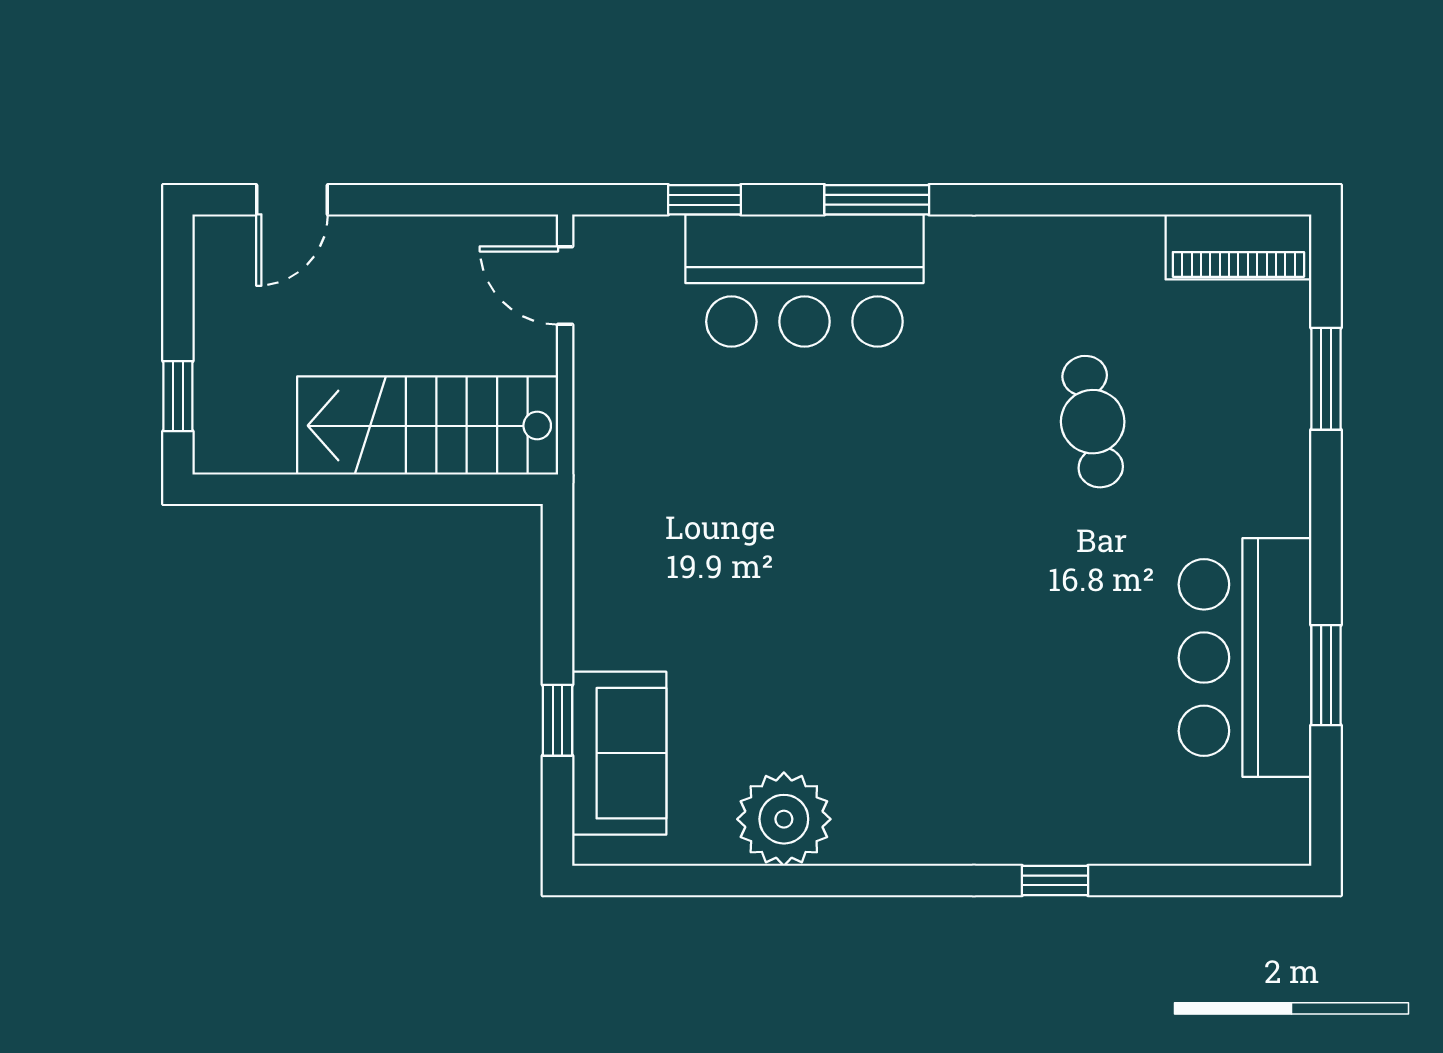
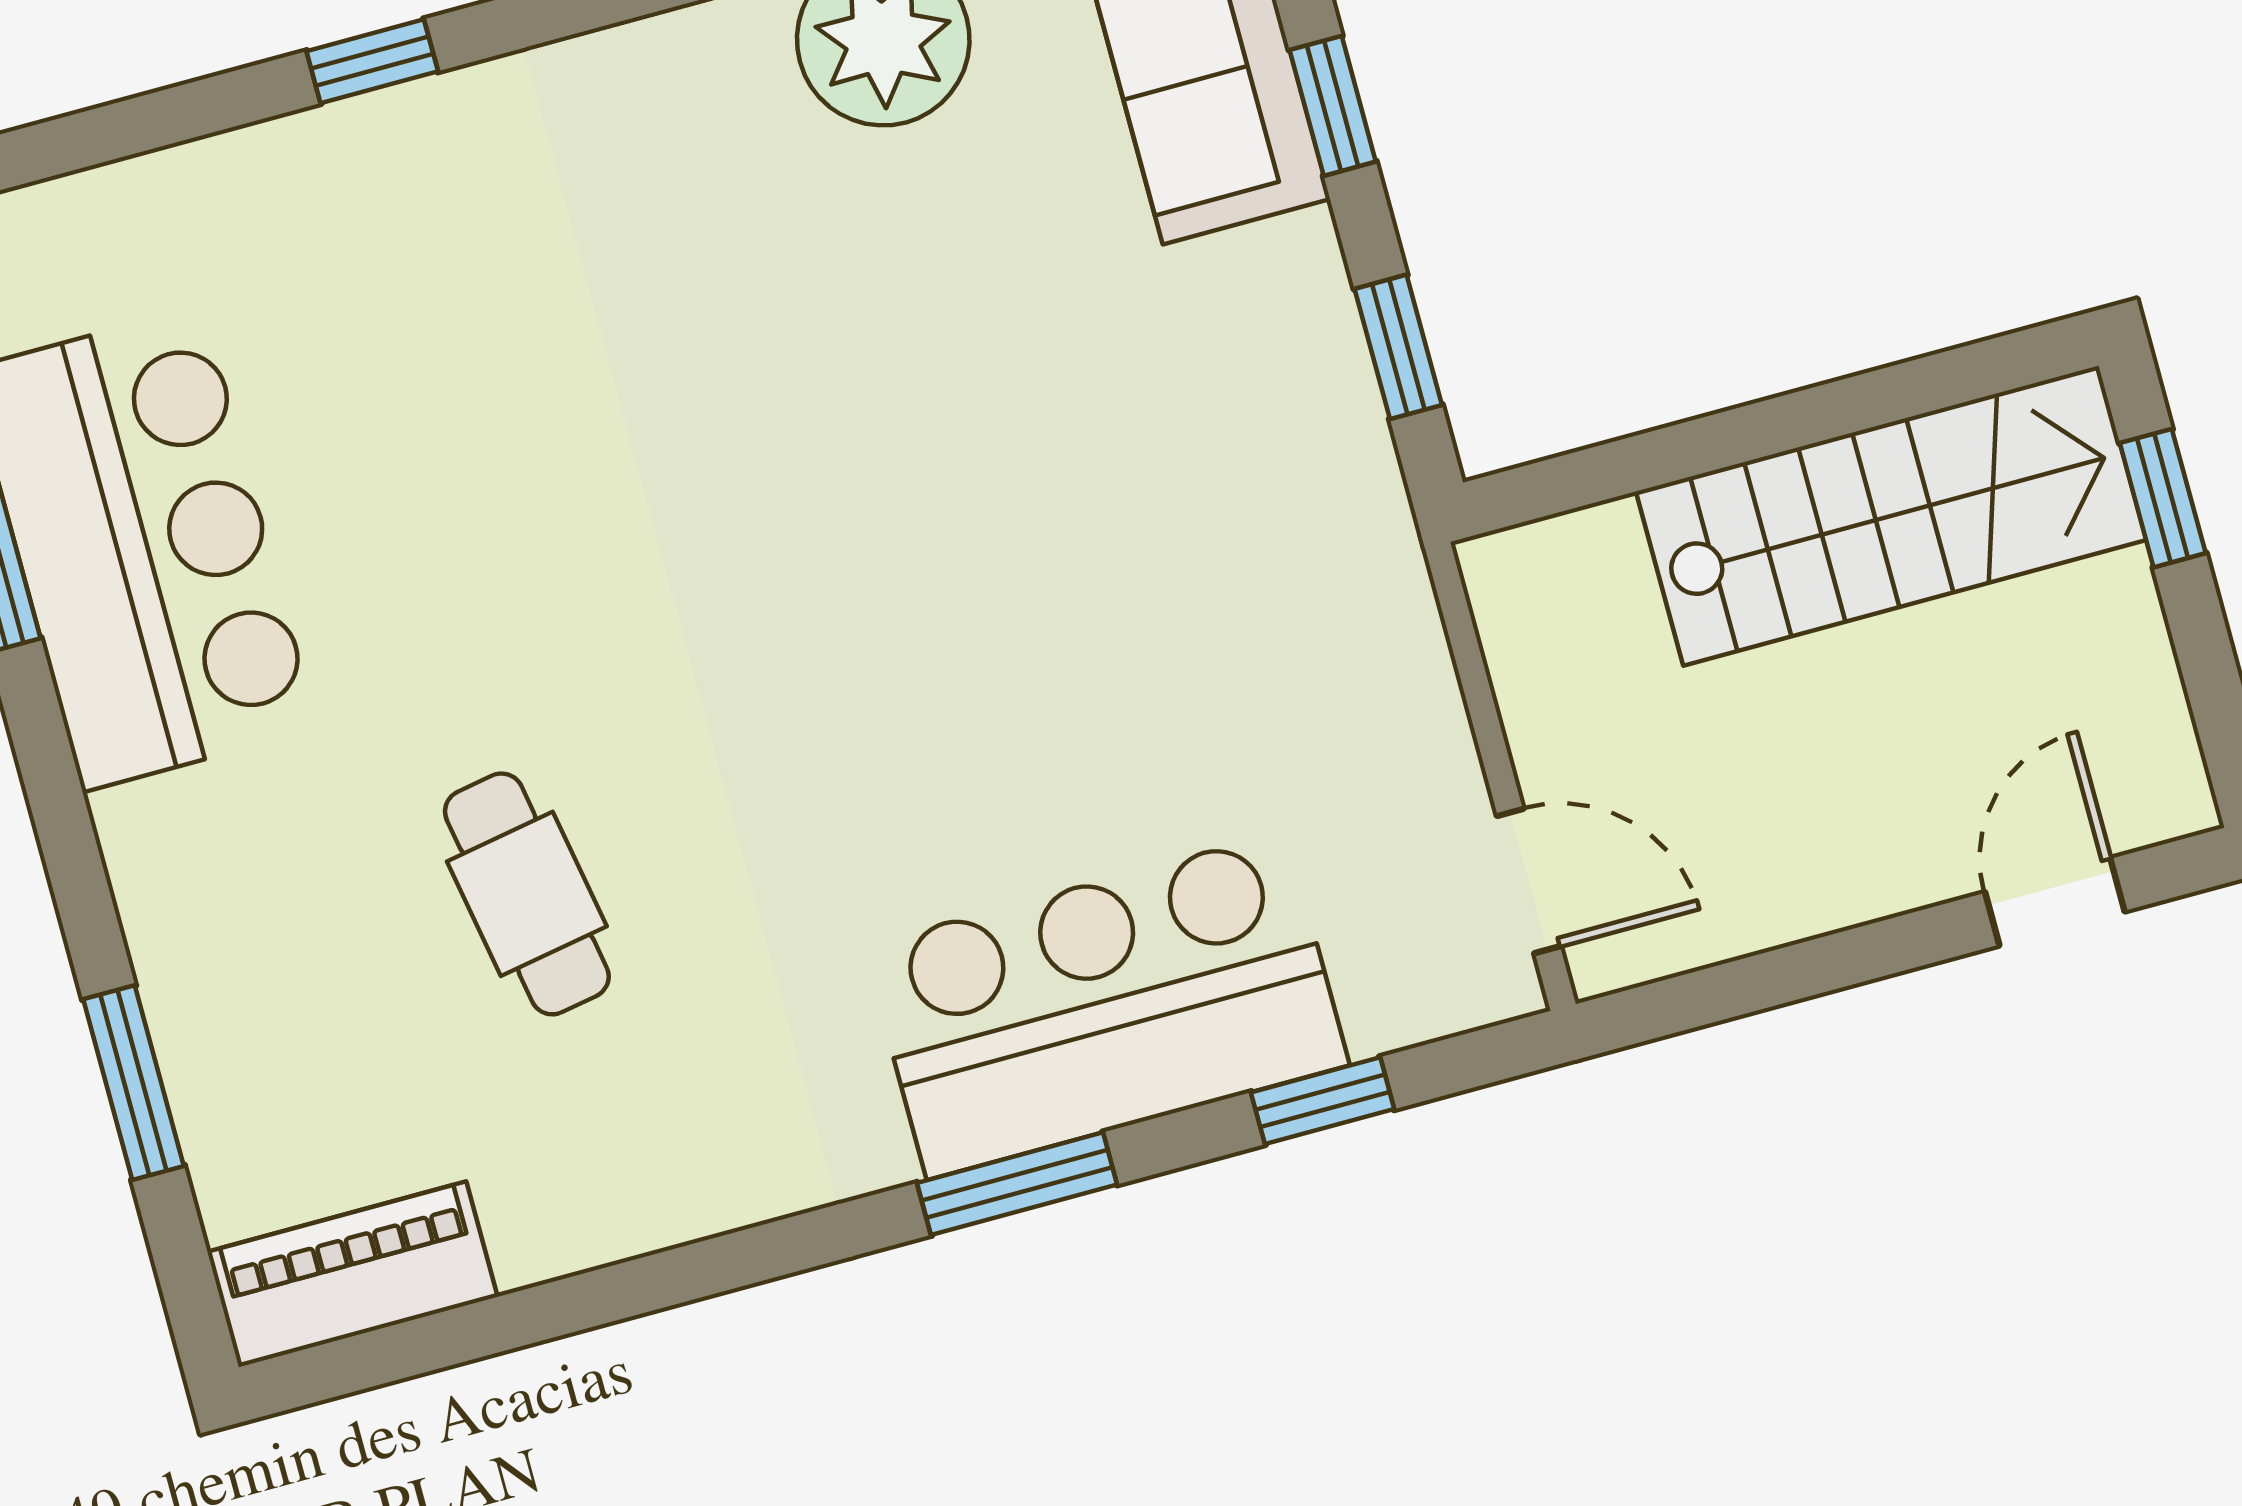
stairs: (428, 426) -> (1891, 516), moved
window: (557, 584) -> (1398, 347), added

